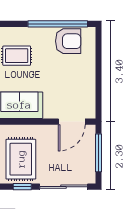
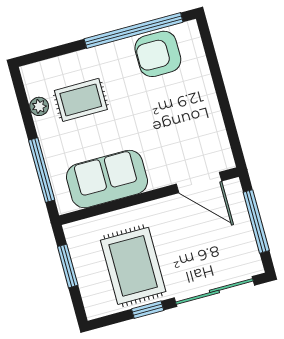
armchair: (68, 41) -> (158, 54), turned 180
door: (72, 122) -> (199, 183), hinge flipped

